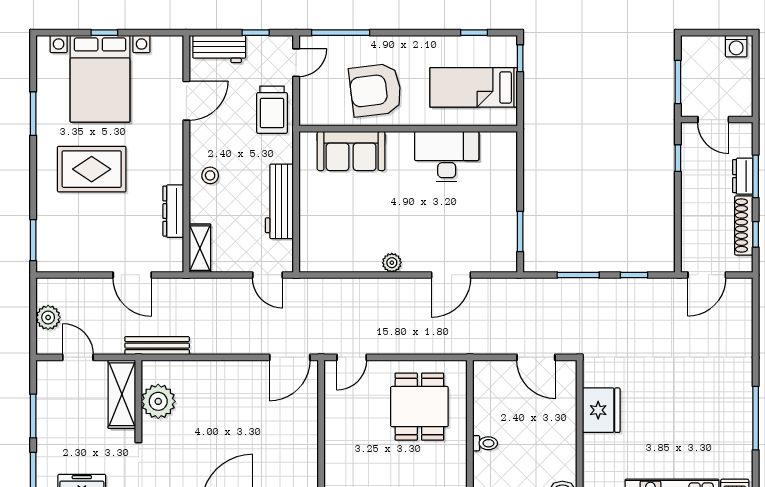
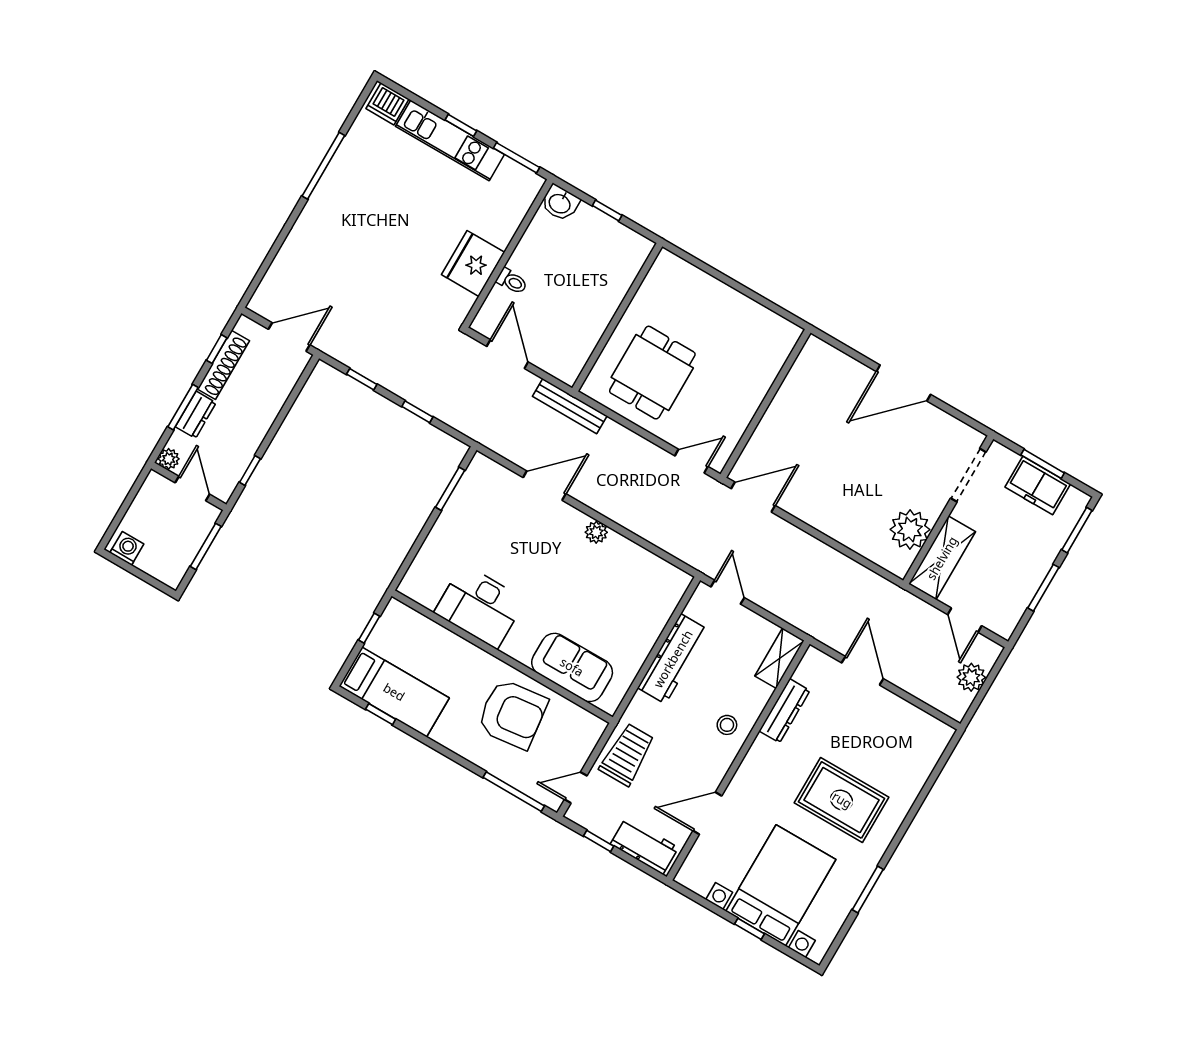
window: (520, 58) -> (369, 628), moved
bed: (474, 87) -> (394, 692), moved
plant: (744, 131) -> (169, 459), added
window: (33, 240) -> (941, 763), removed
window: (578, 275) -> (417, 412), width x0.67
bench: (157, 346) -> (570, 406), moved
toilet: (485, 443) -> (512, 281), moved, turned 180

